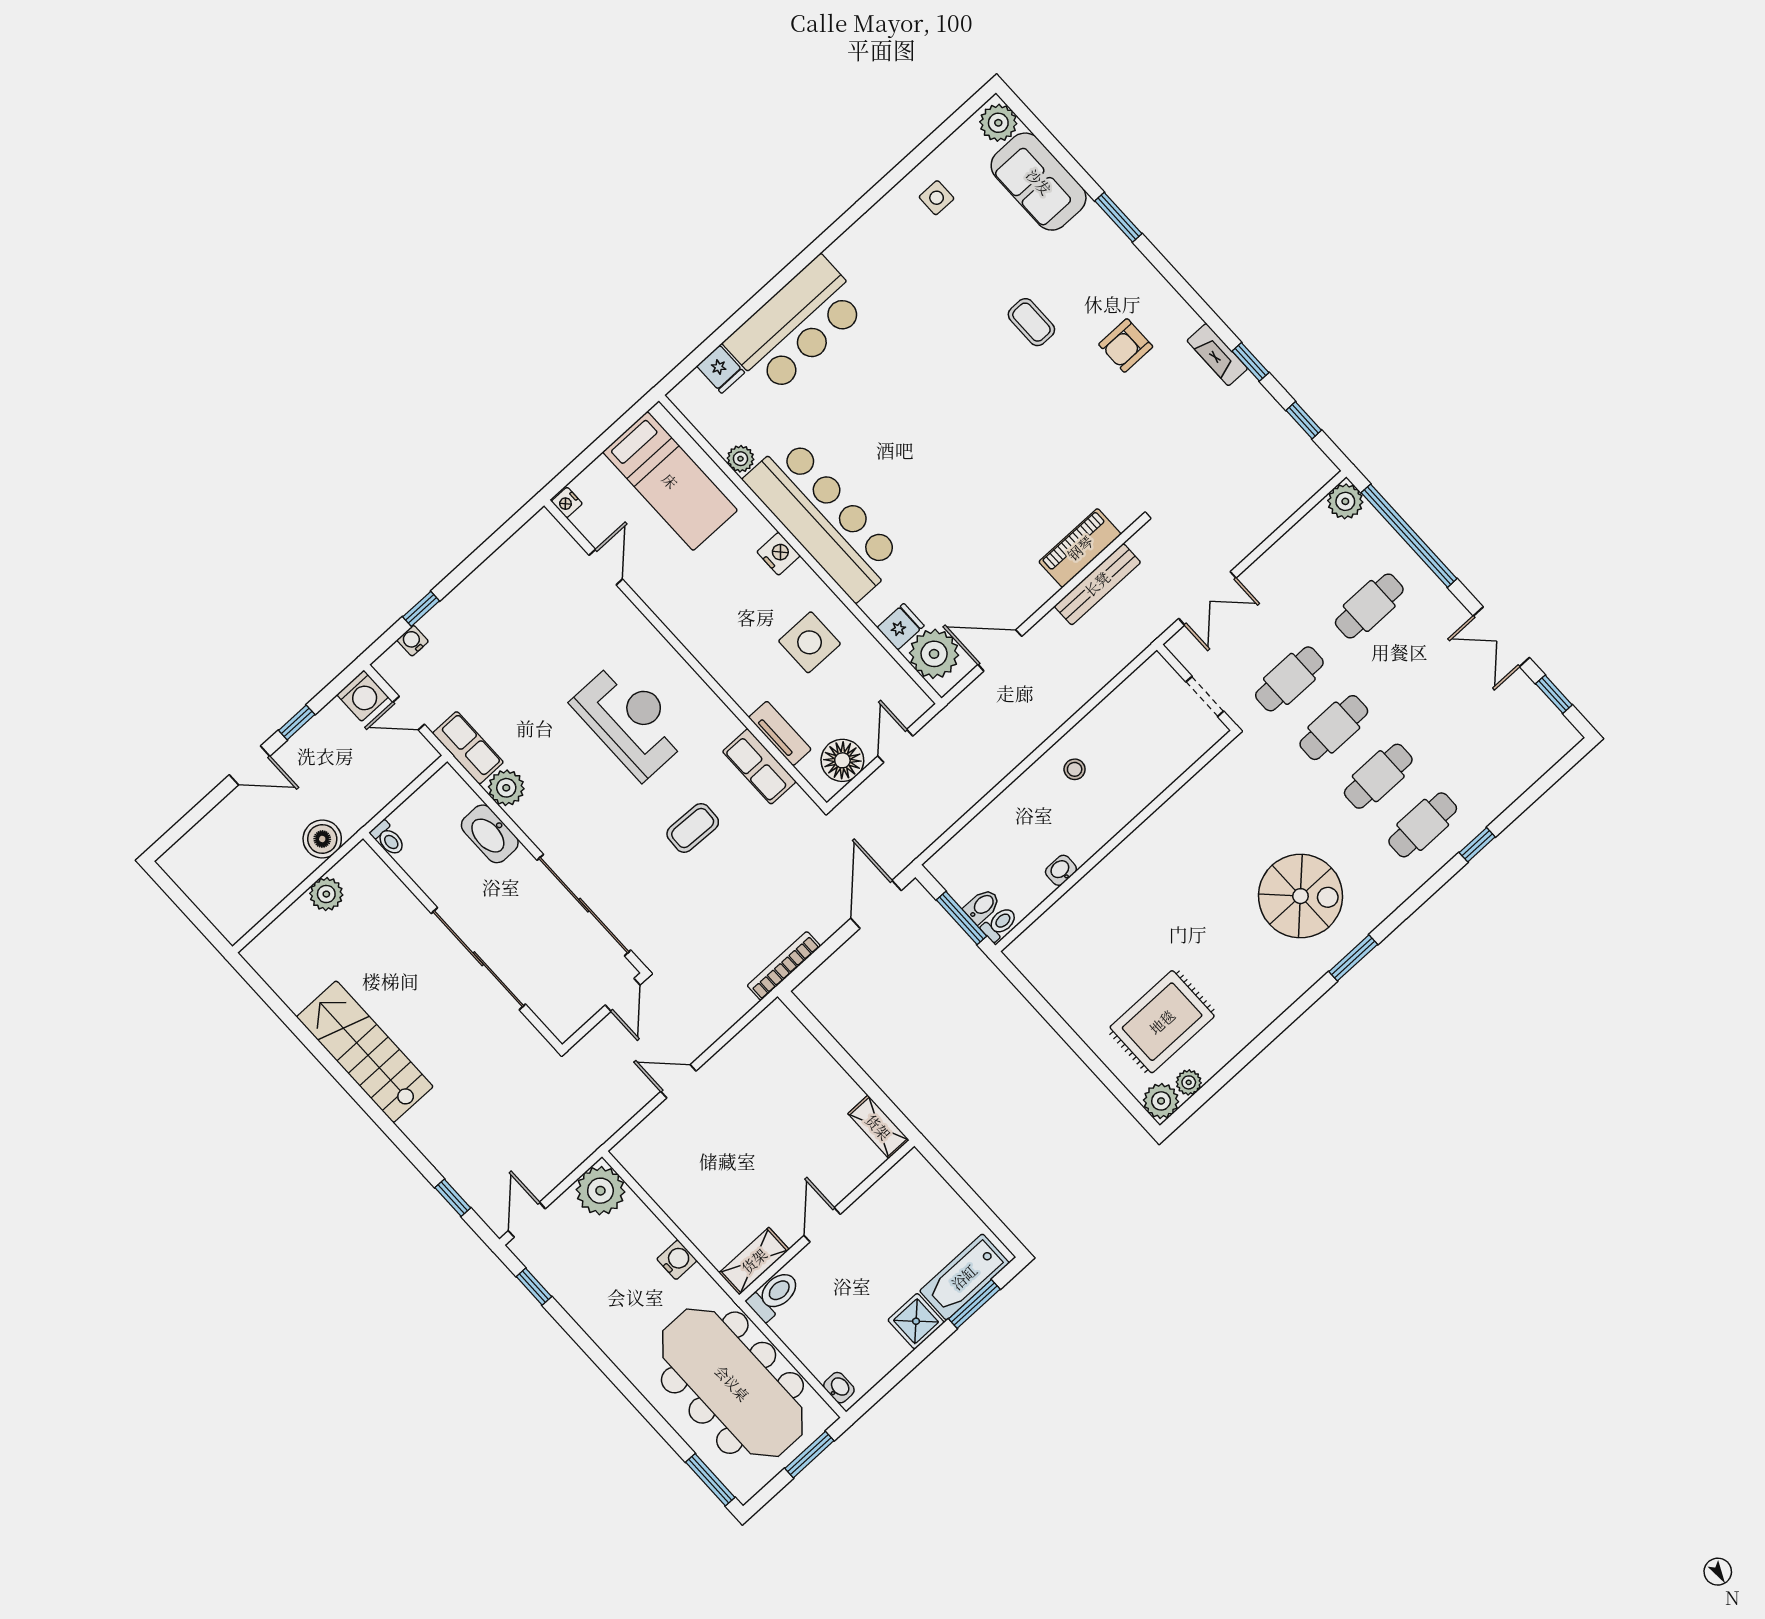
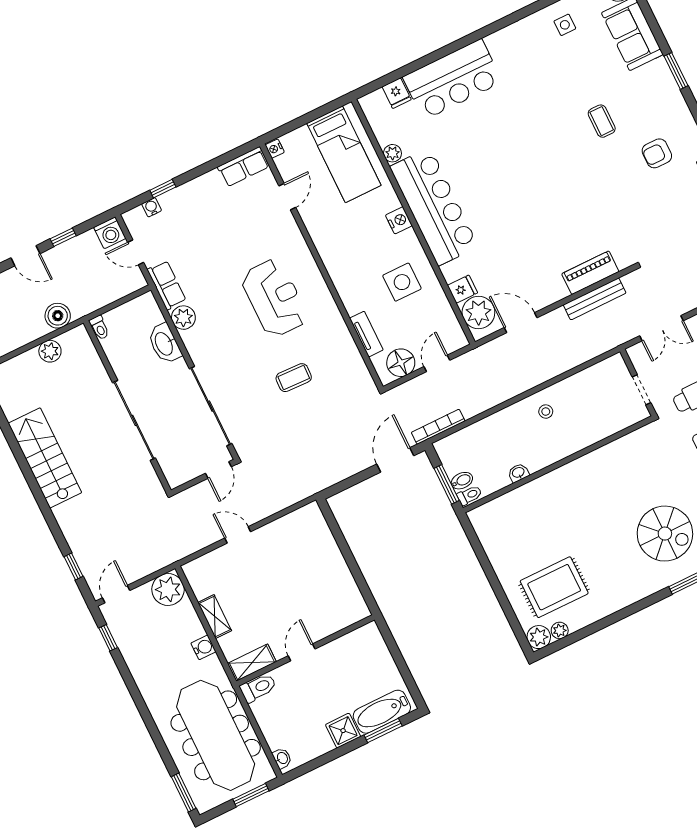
row of seats: (759, 766) -> (243, 167), moved, turned -90
bookcase: (784, 966) -> (438, 427), moved
shelving: (878, 1127) -> (215, 617), moved

